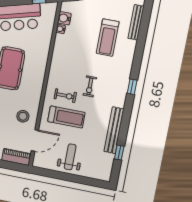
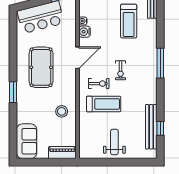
water cooler: (64, 18) -> (85, 32), moved
window: (132, 87) -> (160, 63), width x2.17
bench: (114, 130) -> (151, 127), moved
door: (35, 141) -> (77, 58), moved

